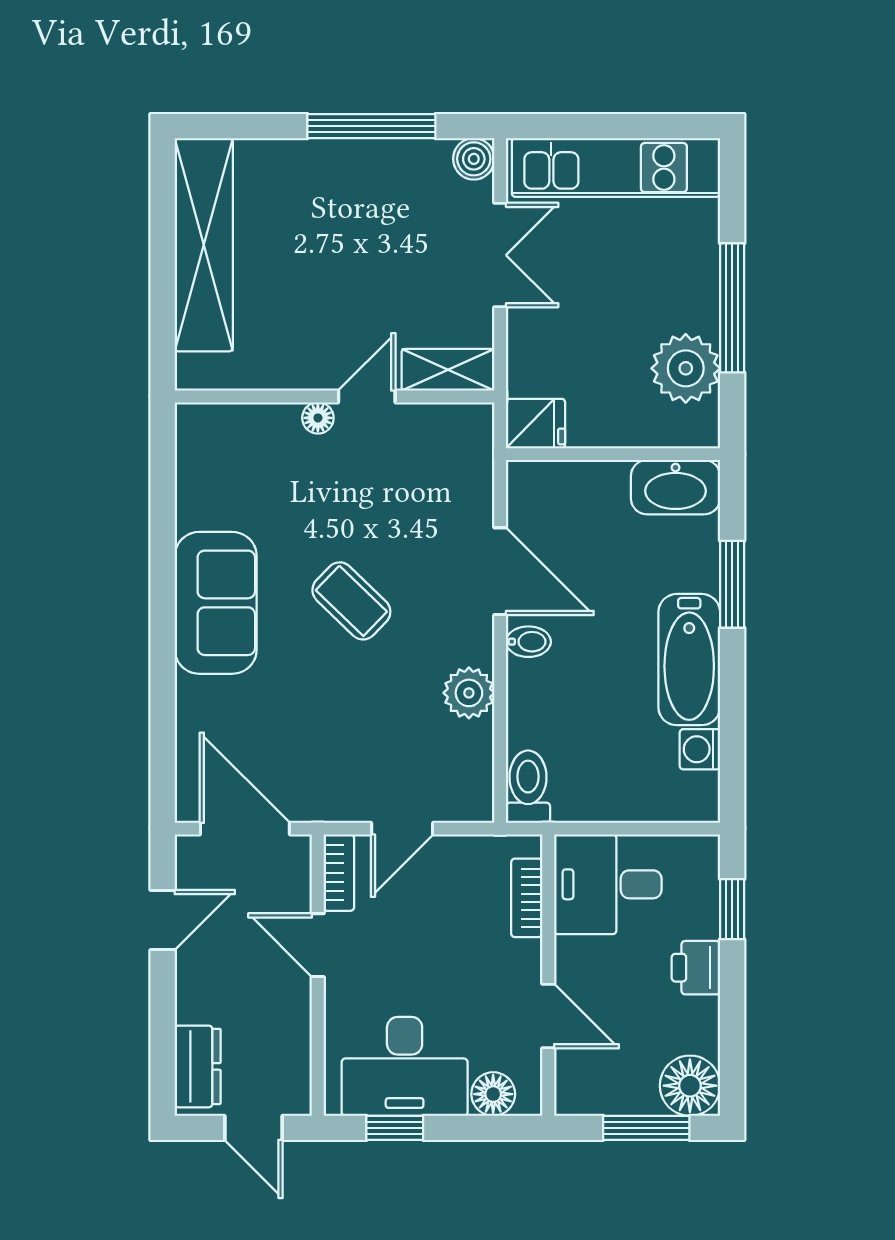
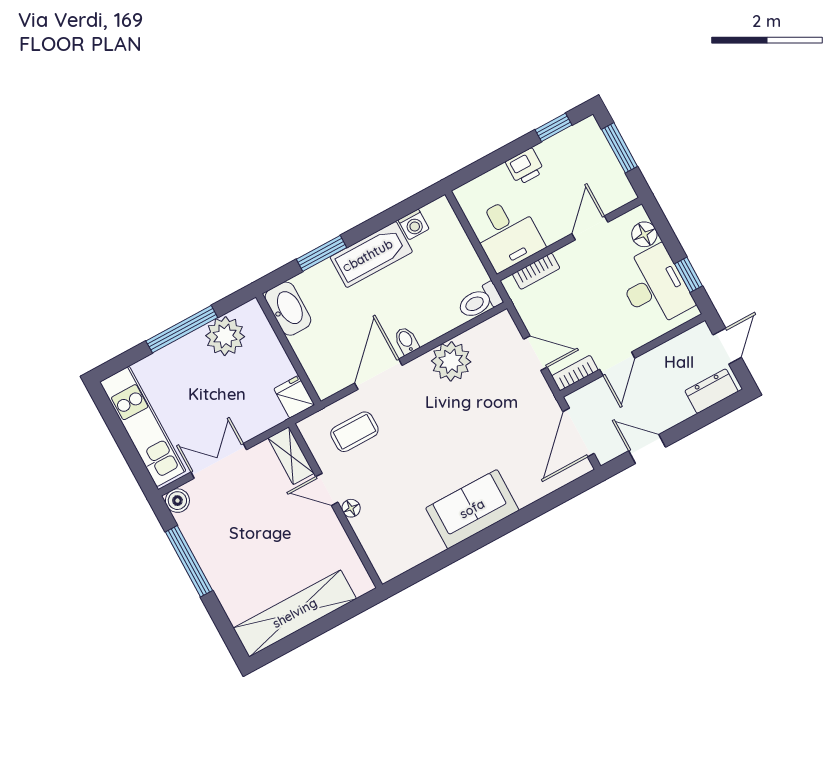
coffee table: (351, 601) -> (354, 432), moved, turned 46
plant: (469, 693) -> (451, 361), width x1.36, depth x1.36
window: (732, 909) -> (554, 127), moved
floor lamp: (690, 1086) -> (586, 137), removed

